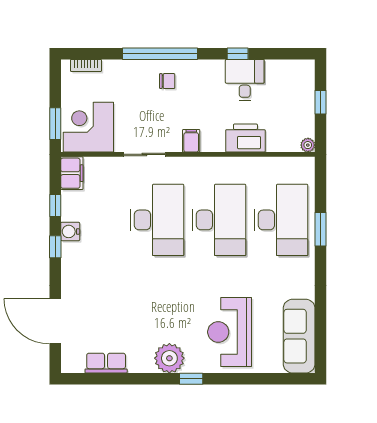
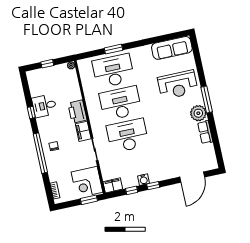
printer: (245, 138) -> (77, 112), moved
filing cabinet: (191, 141) -> (83, 131), width x2.00
row of seats: (106, 363) -> (205, 132), moved
window: (191, 379) -> (207, 100), width x2.17

